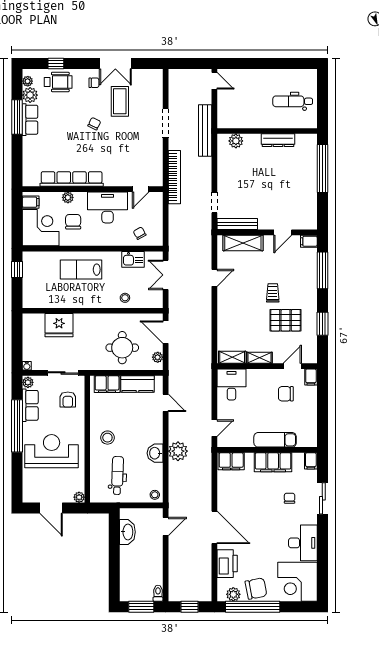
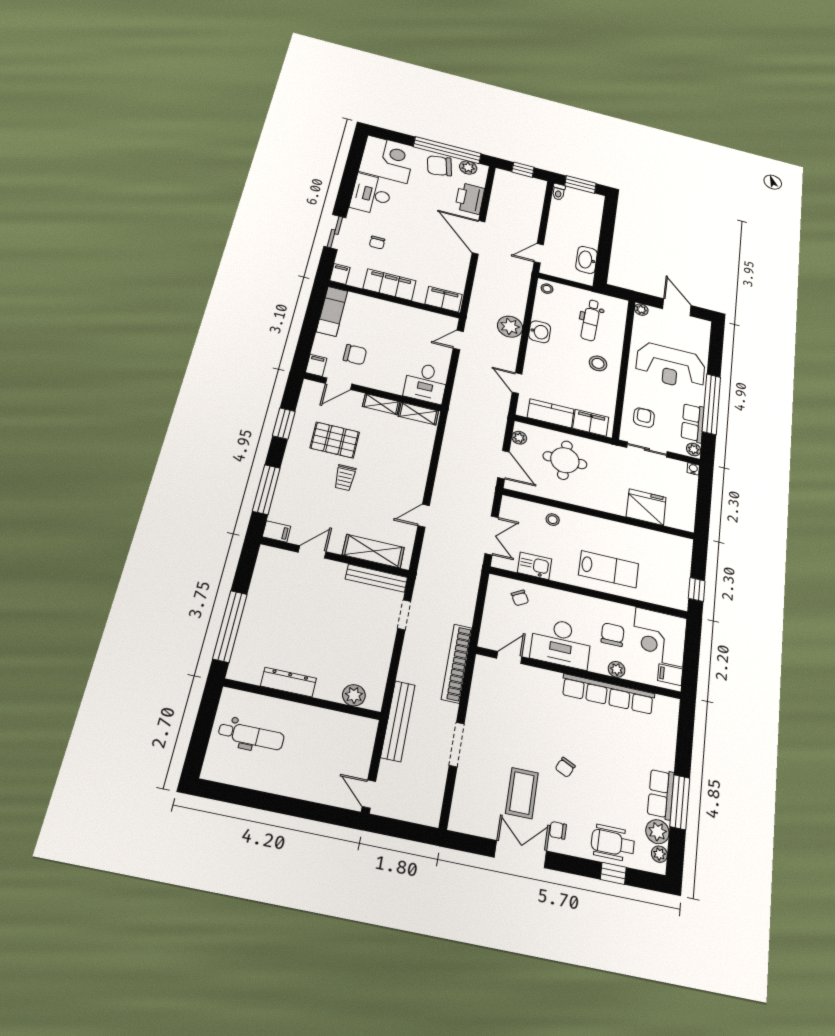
chair: (73, 222) -> (613, 635), turned 180
exam couch: (275, 440) -> (332, 311), moved, turned -90

